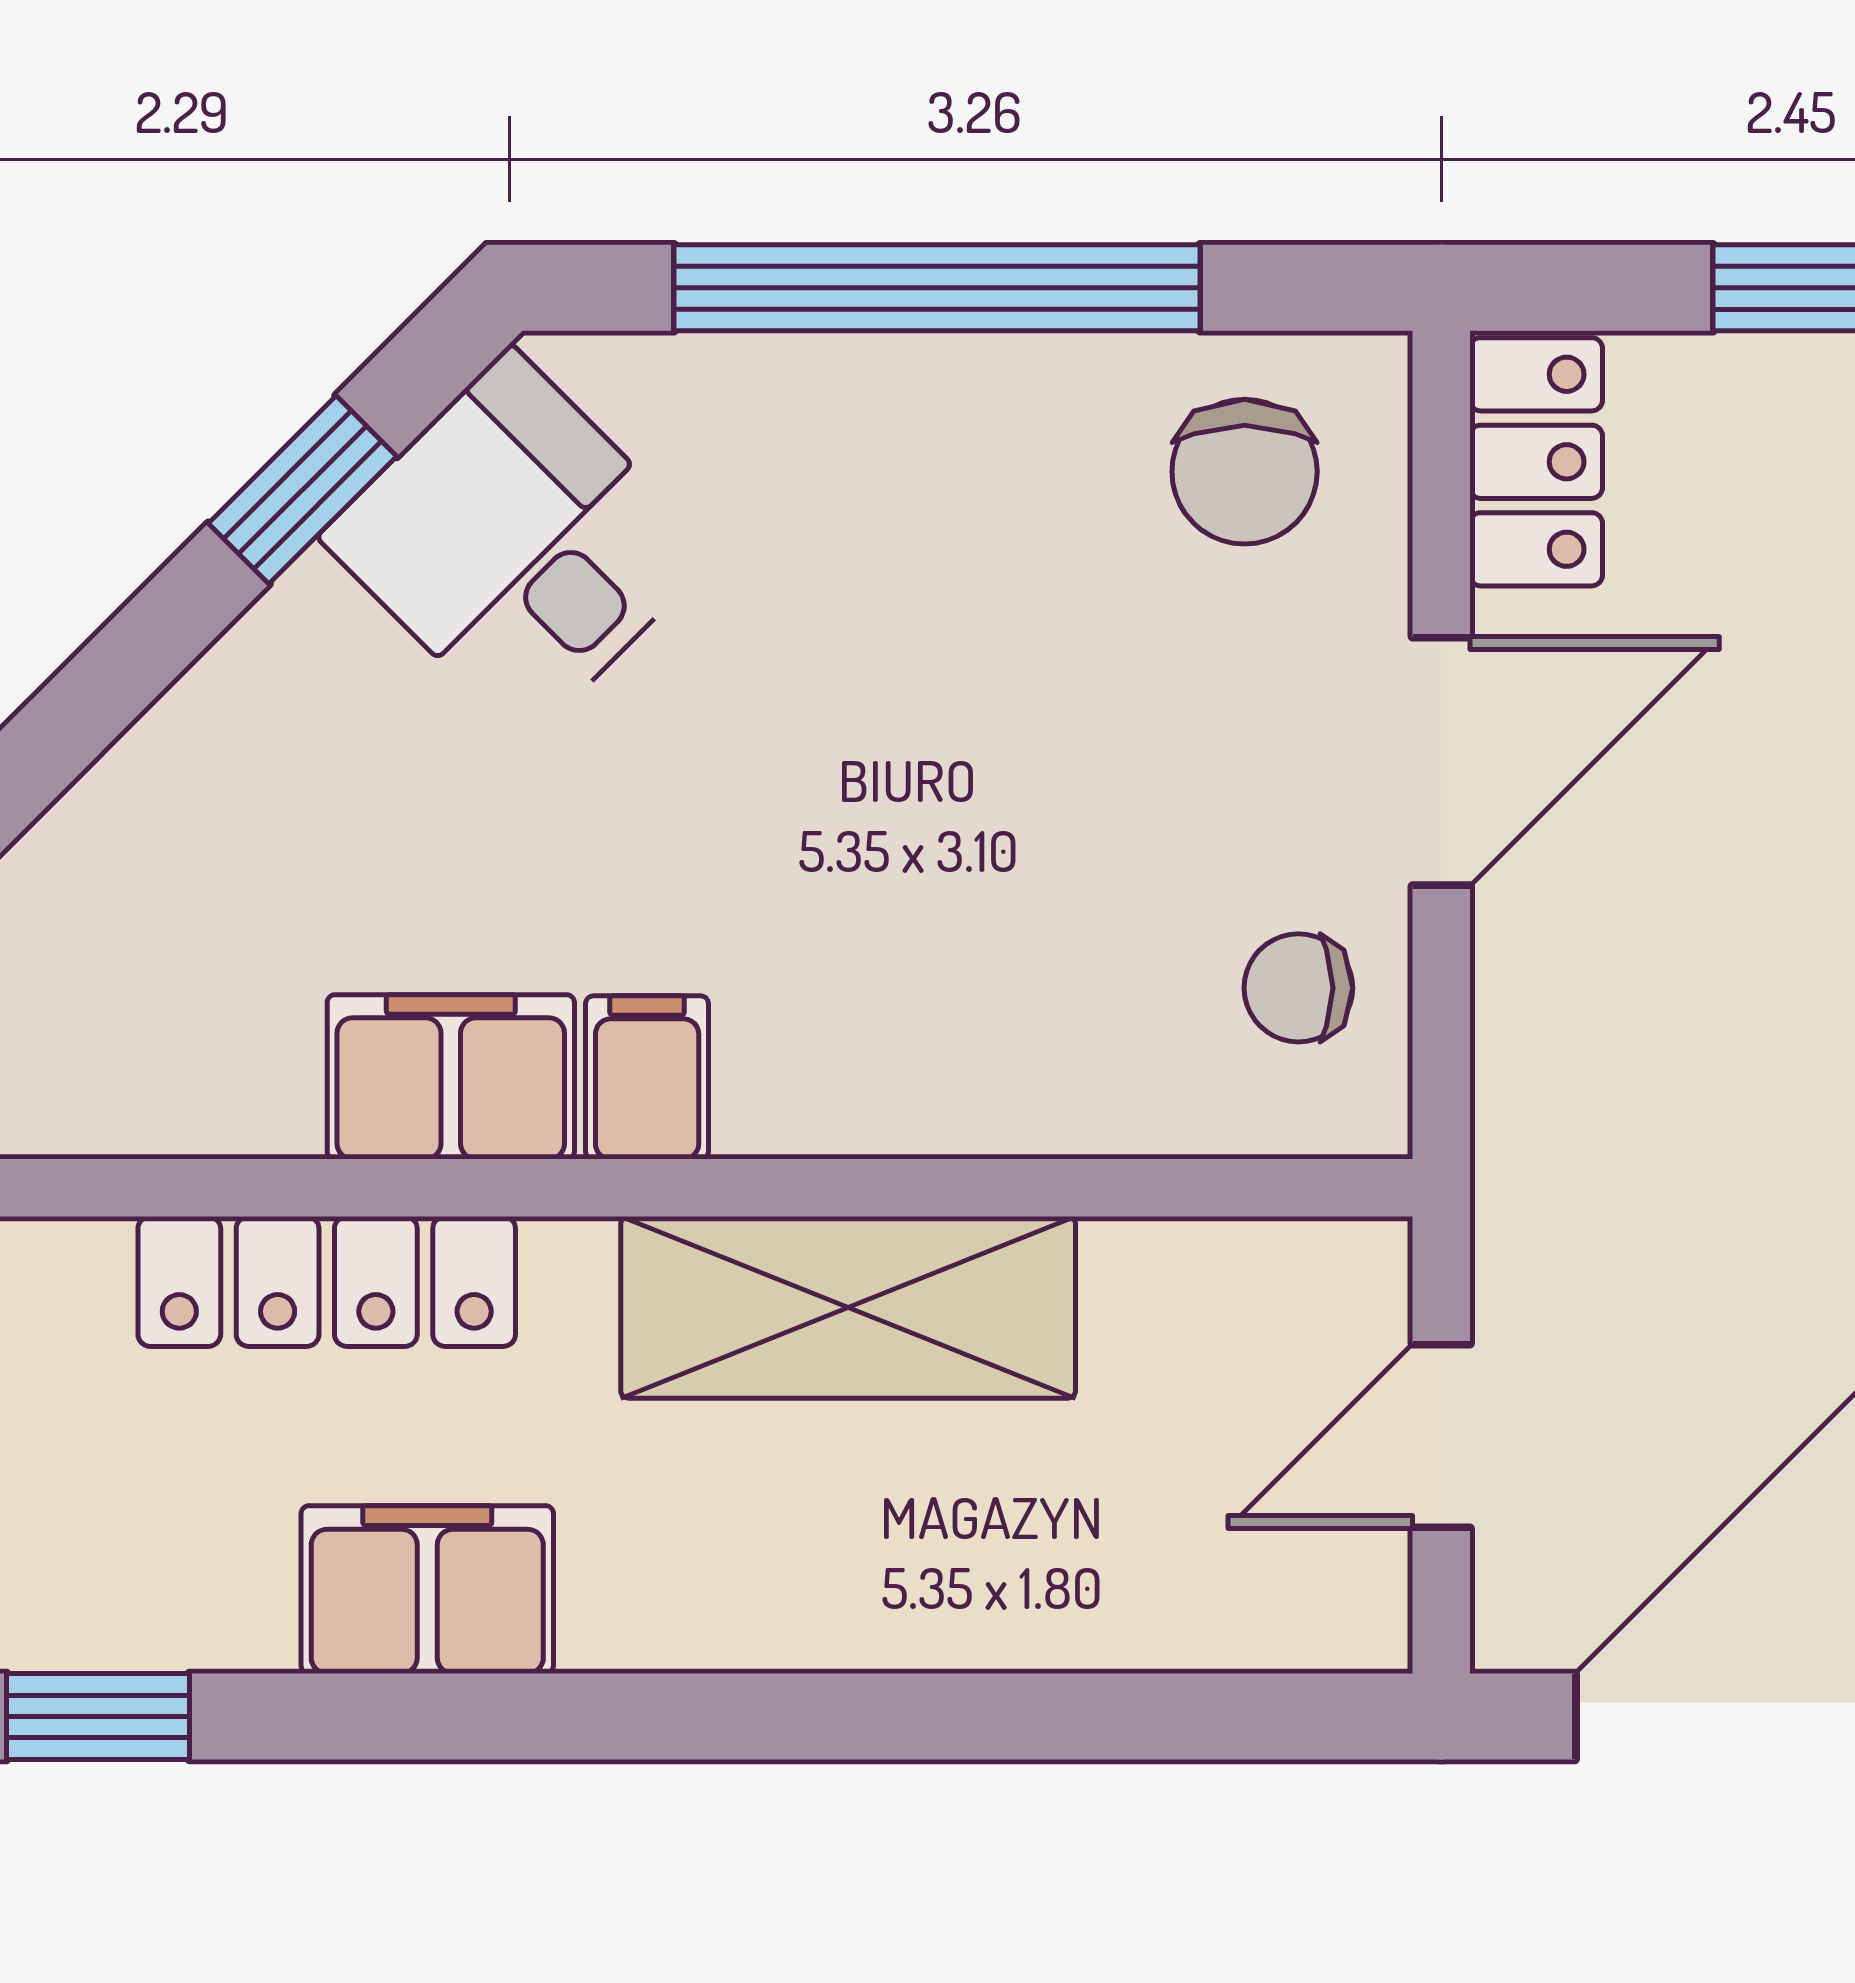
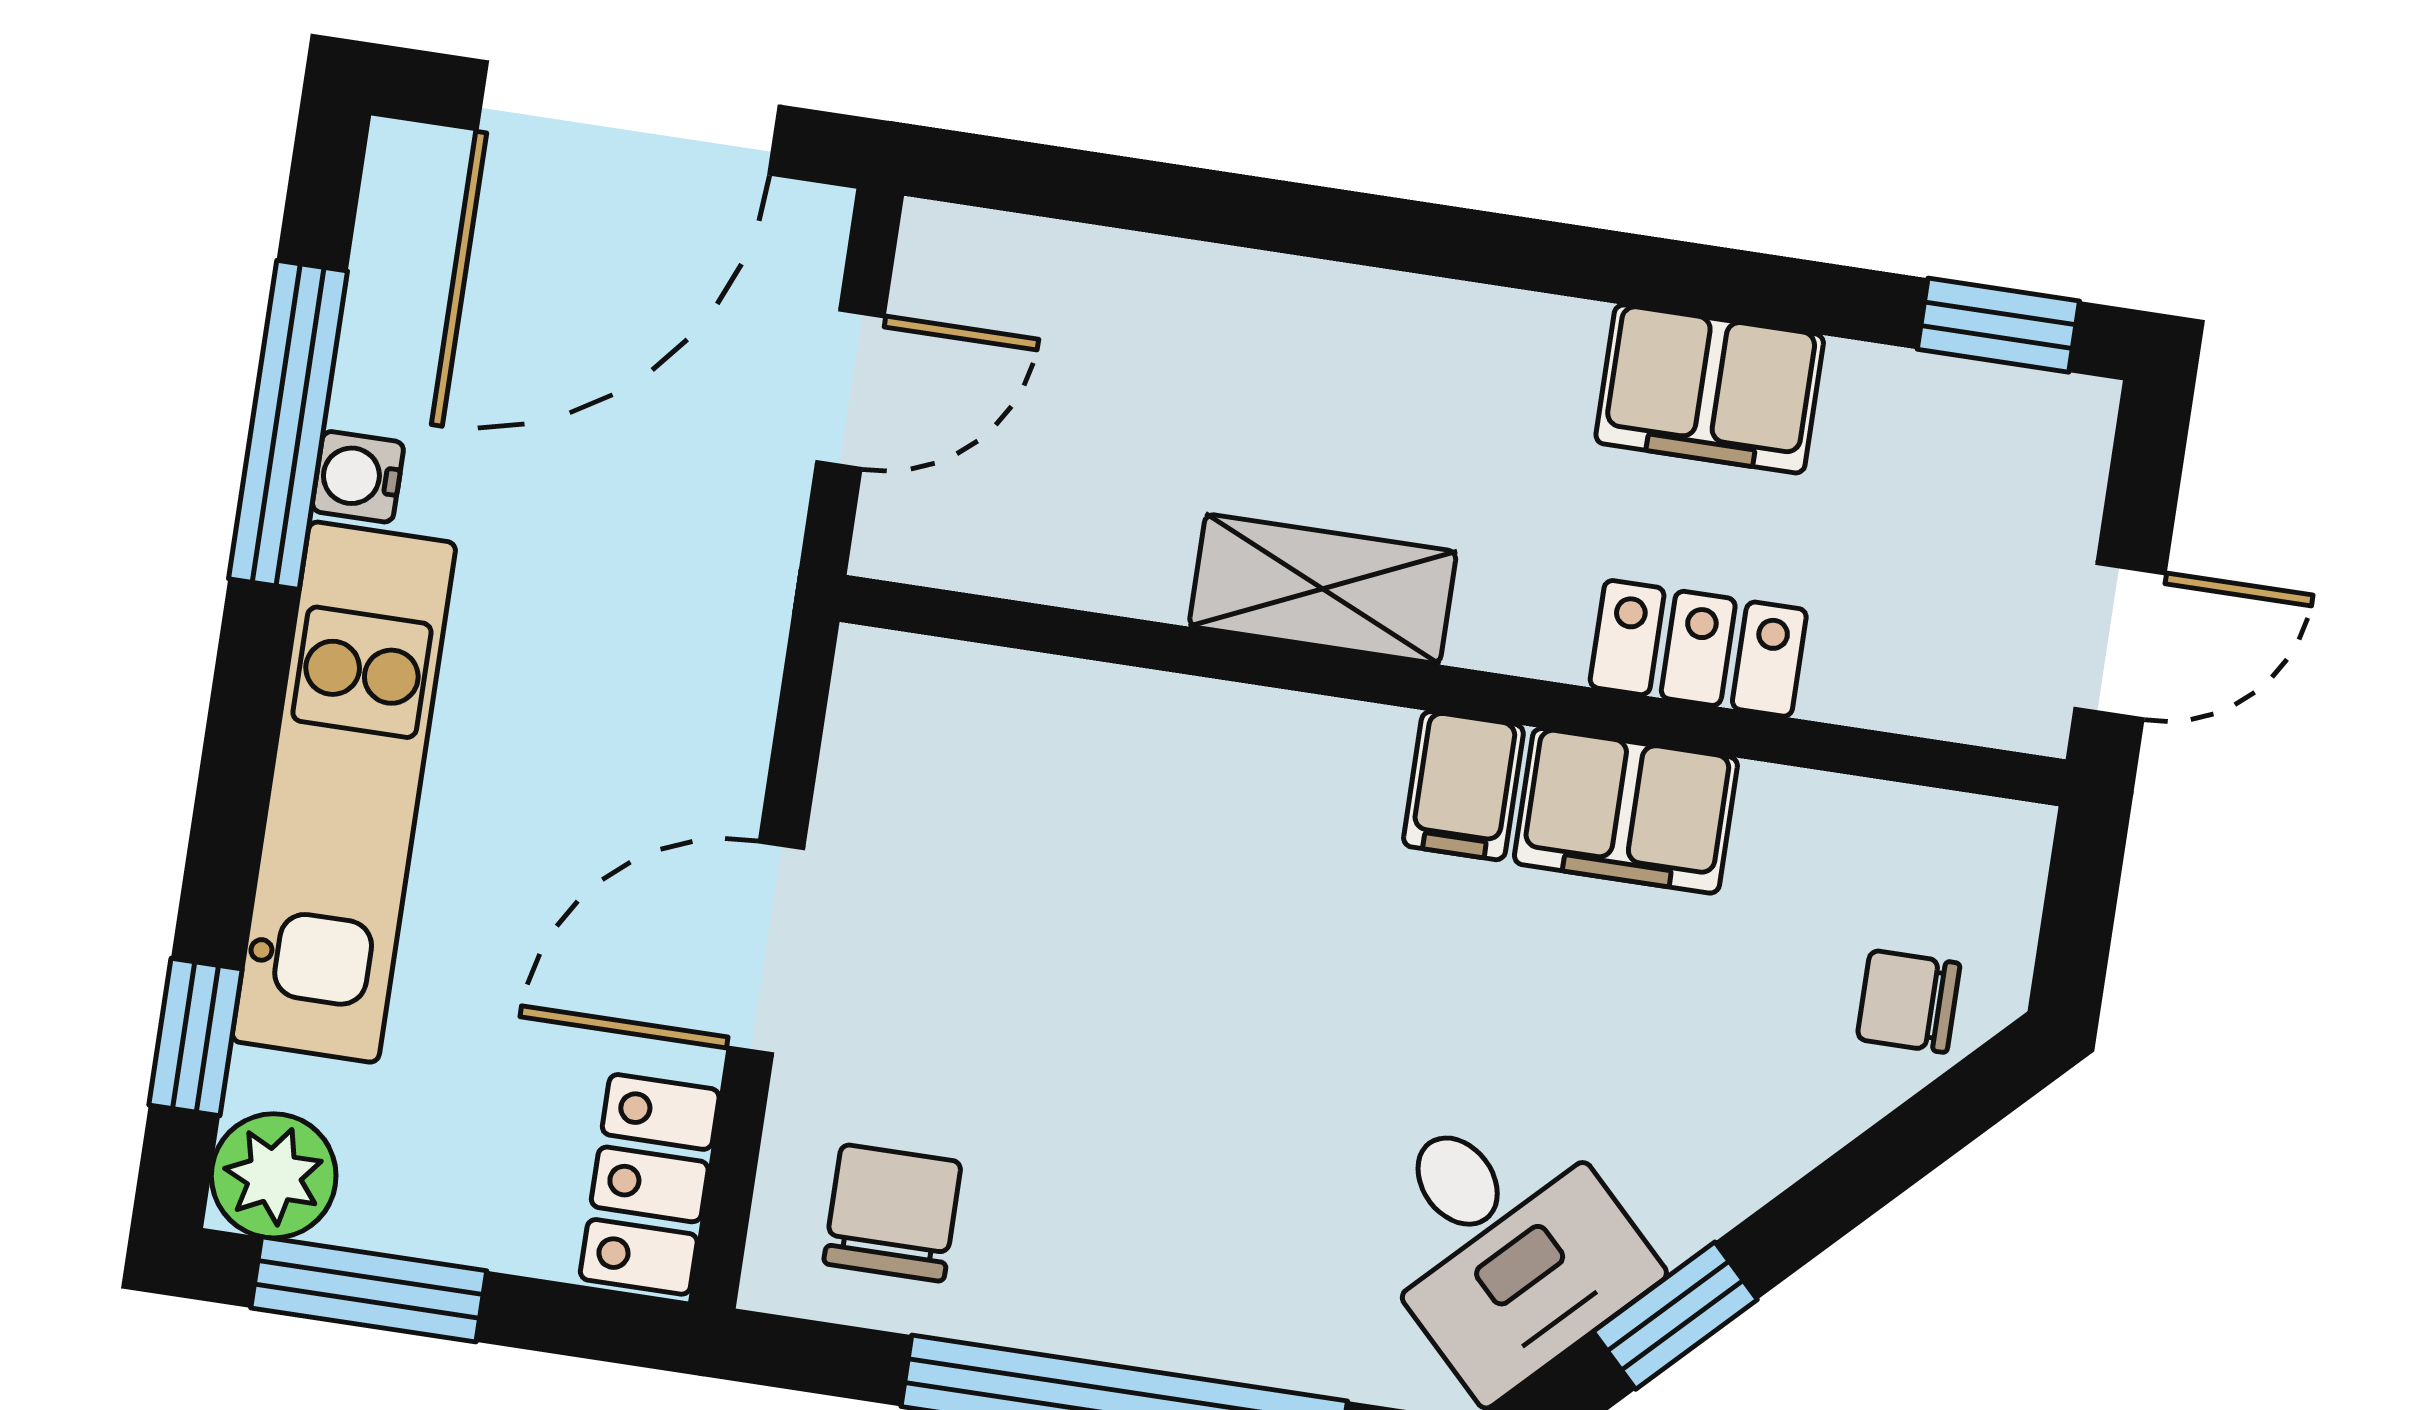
chair: (1298, 988) -> (1909, 1001), moved, turned 180
locker: (327, 1281) -> (1698, 648), width x0.66
shelving: (848, 1307) -> (1323, 589), width x0.67, depth x0.75

